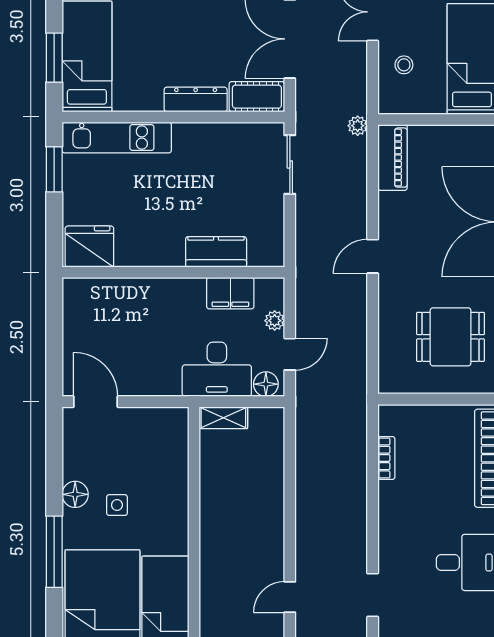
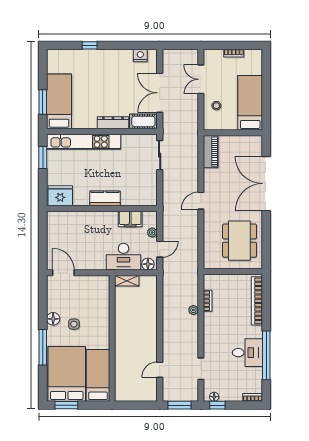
plant: (358, 126) -> (193, 310), moved
kitchen unit: (117, 138) -> (84, 142), width x1.36
kitchen counter: (216, 252) -> (105, 198), moved
dining table: (451, 337) -> (239, 241), width x1.38

